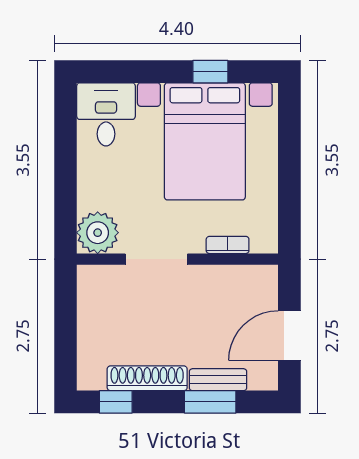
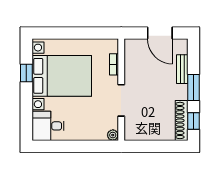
plant: (98, 233) -> (113, 135), width x0.53, depth x0.53
shoe rack: (147, 378) -> (182, 120), moved
window: (210, 402) -> (193, 88), moved

